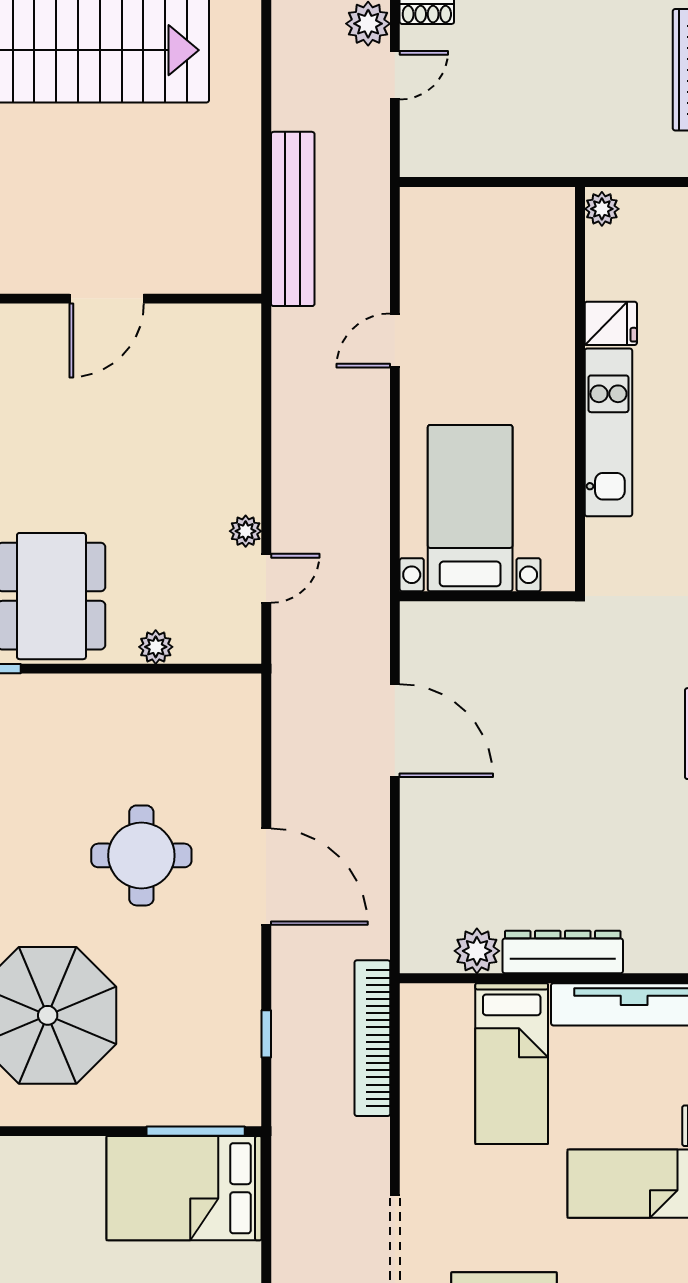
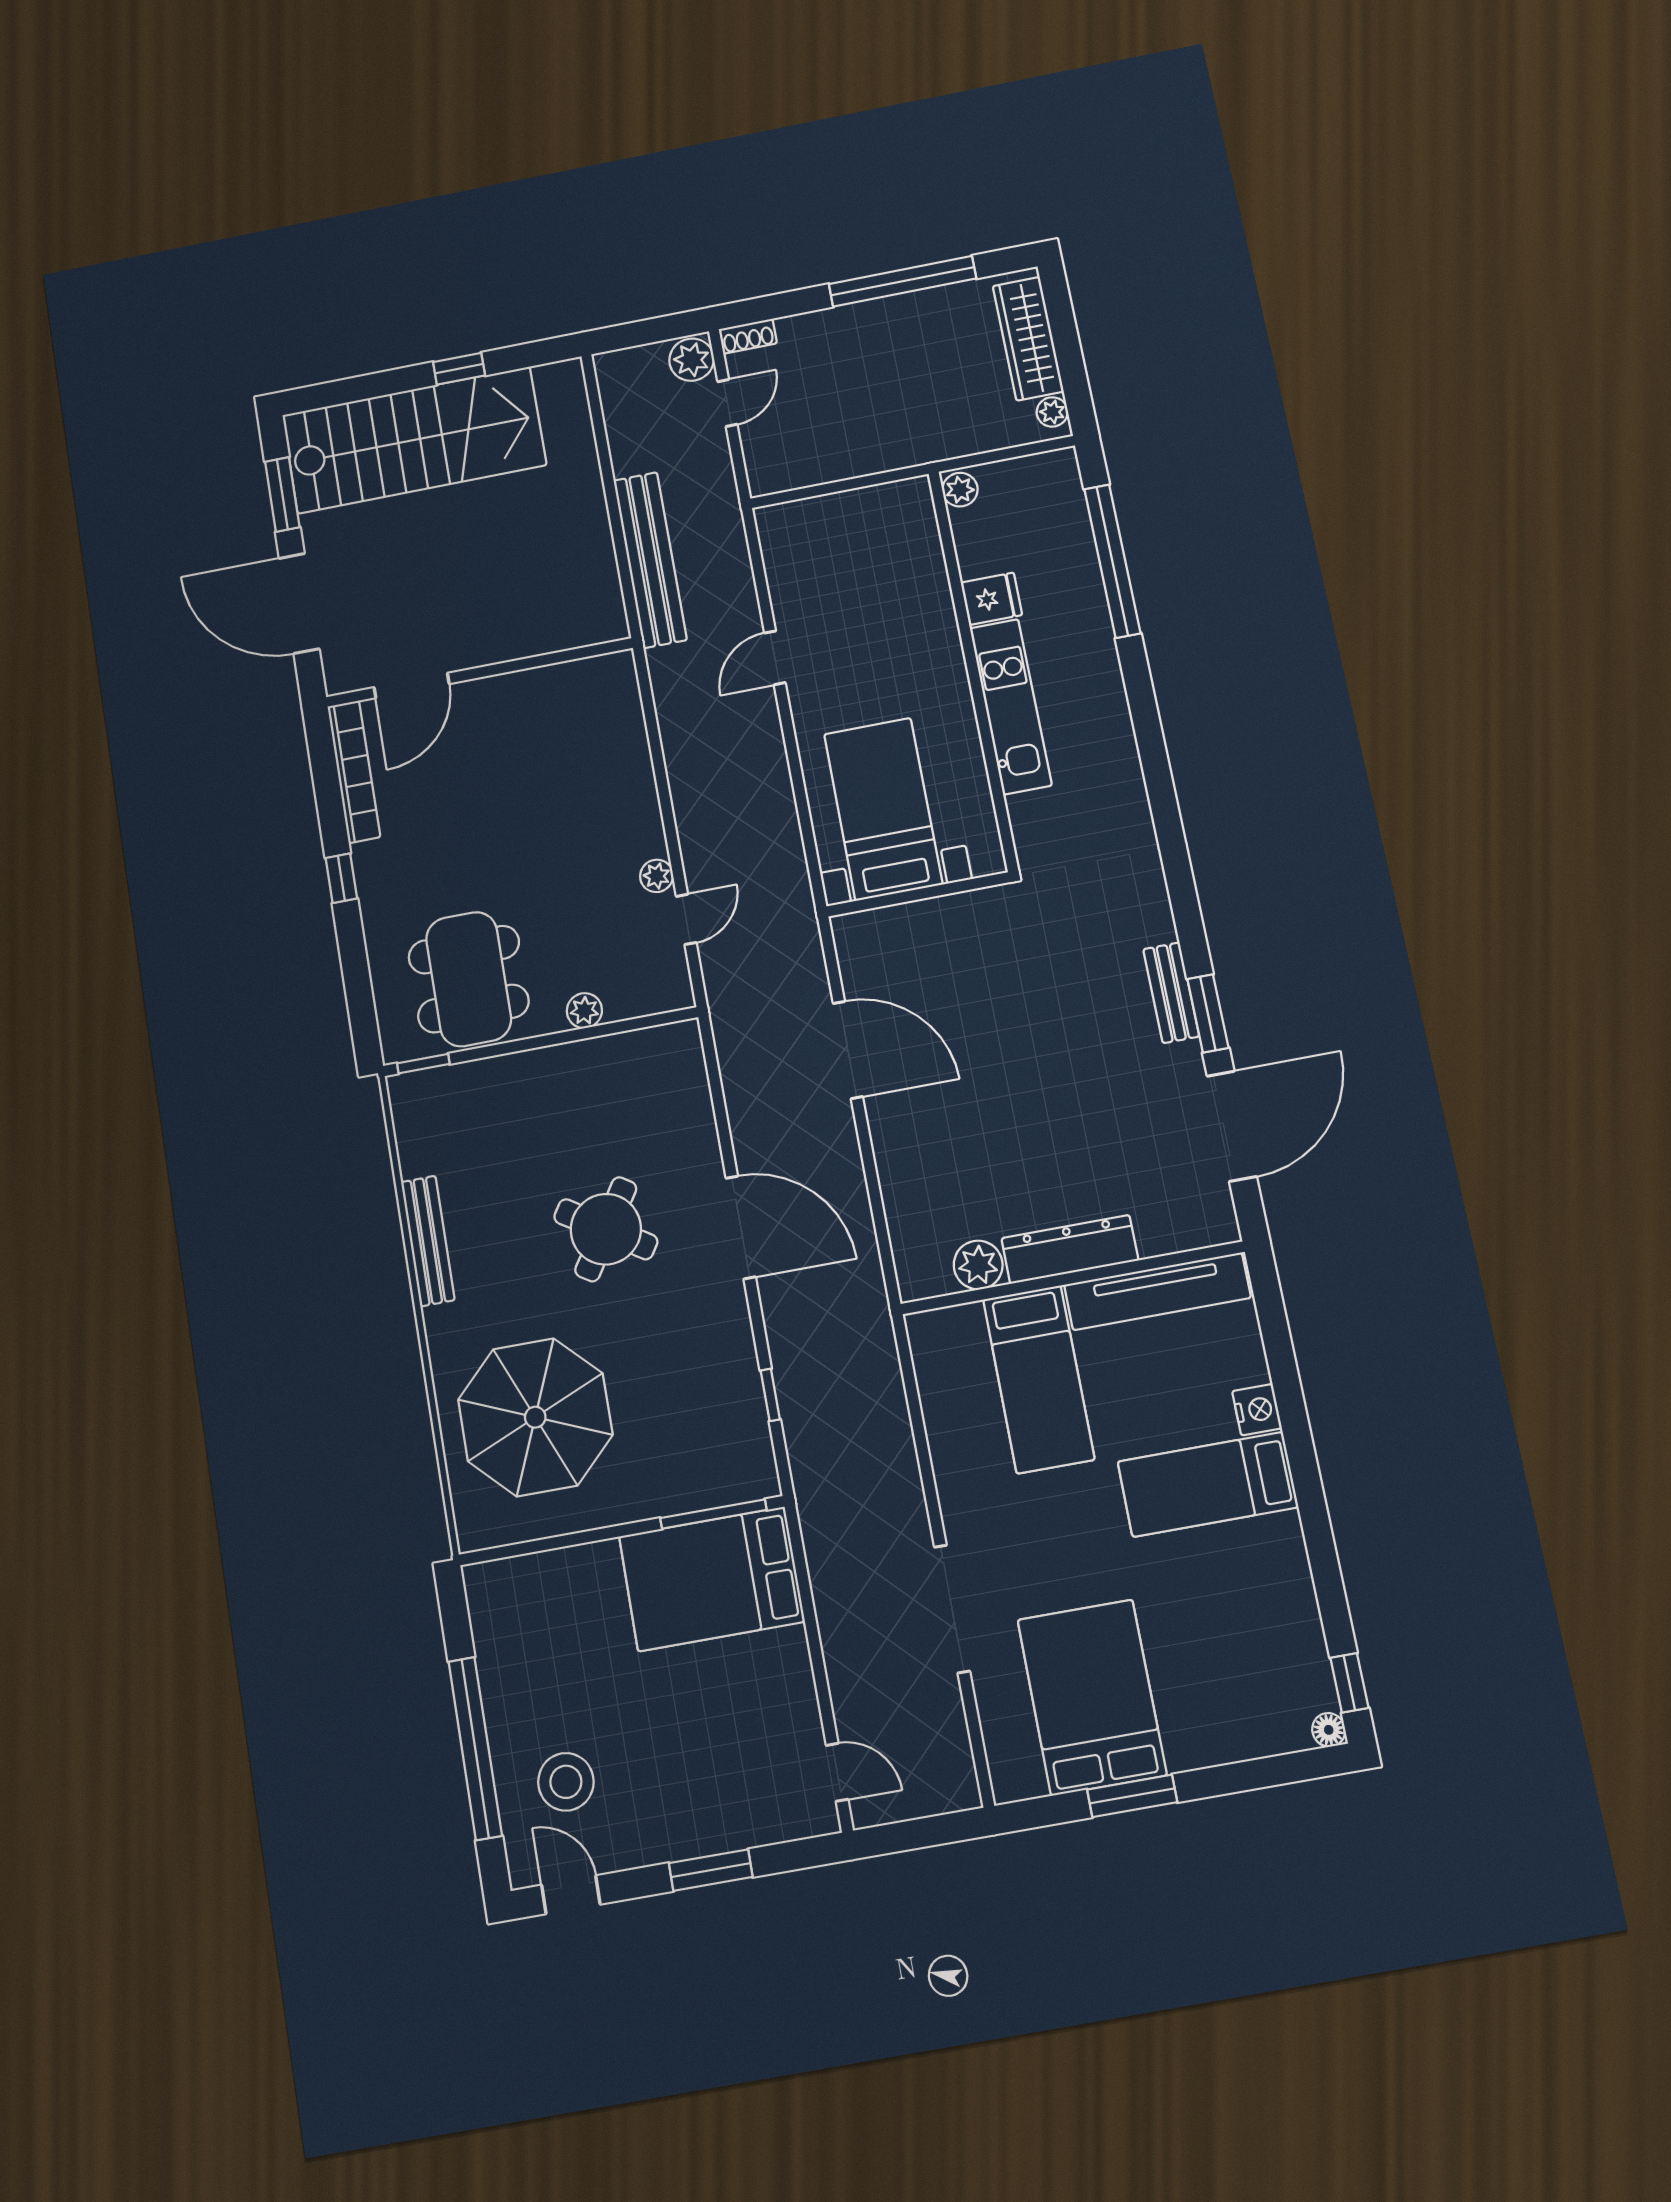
door: (107, 299) -> (412, 686), moved
round table: (141, 855) -> (606, 1229), turned 33
bookcase: (372, 1038) -> (884, 1379), removed

